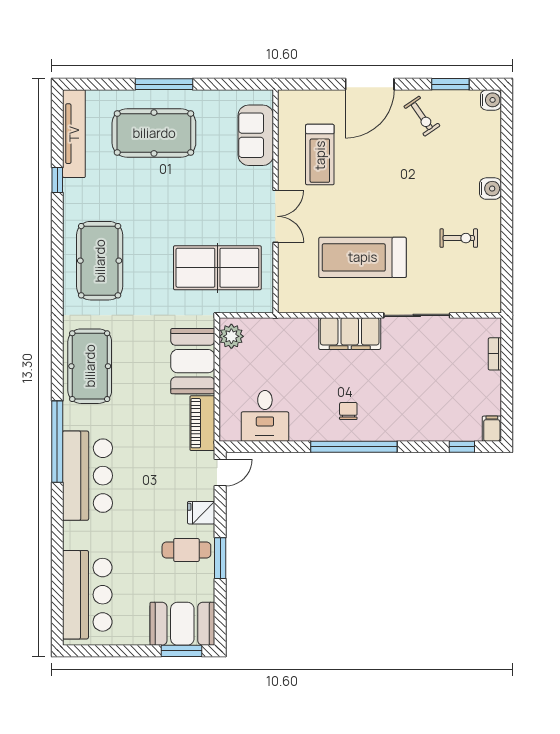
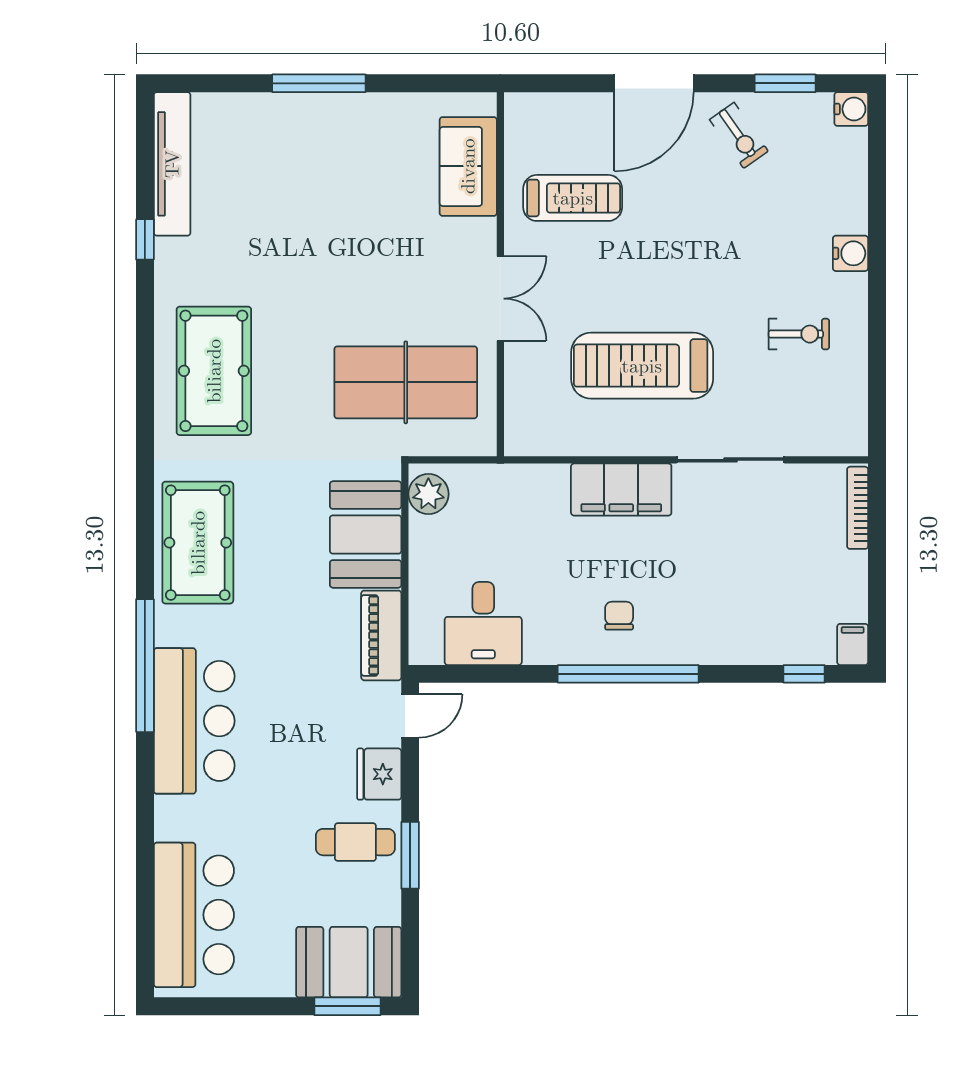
pool table: (154, 133) -> (302, 163), removed
treadmill: (320, 155) -> (573, 198), turned -90
bookcase: (495, 354) -> (858, 508), width x1.56
fridge: (201, 513) -> (379, 774), width x1.38

